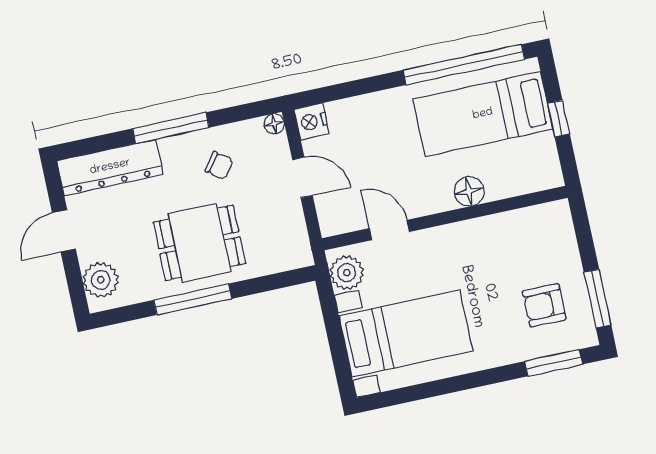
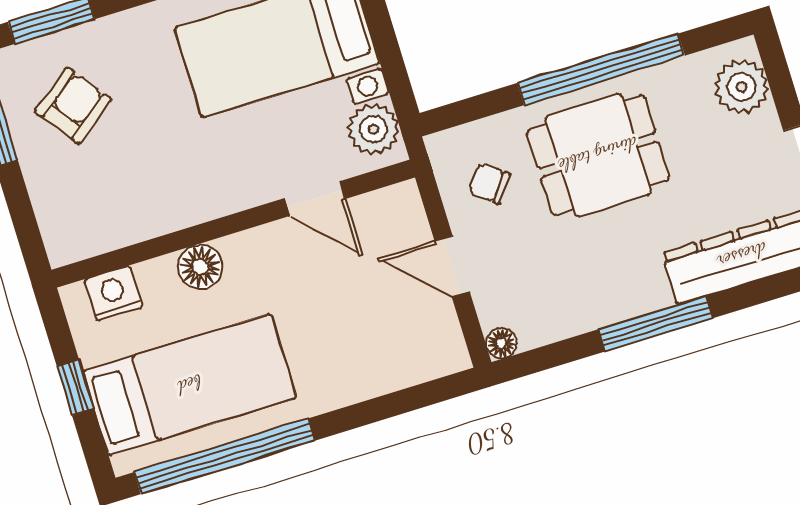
nightstand: (312, 122) -> (113, 293), moved, turned -90
chair: (219, 165) -> (489, 183), moved
window: (193, 299) -> (601, 69), width x1.46
armchair: (544, 305) -> (73, 106), turned -37

